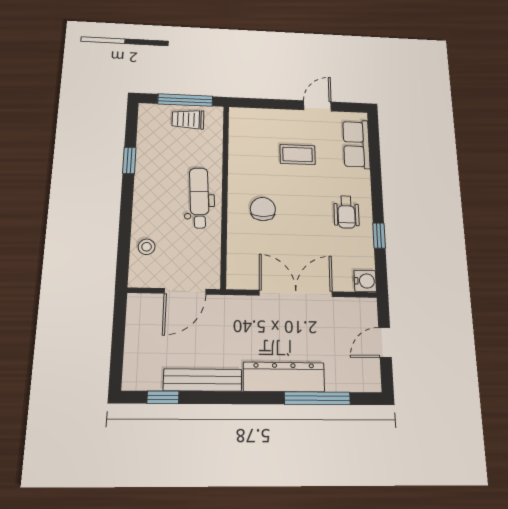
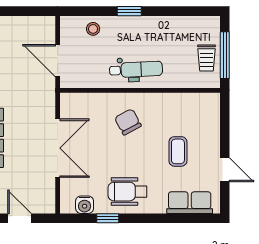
trolley: (188, 119) -> (207, 58), turned 180
window: (129, 160) -> (129, 11), moved
chair: (263, 209) -> (128, 122), turned -118
wheelchair: (346, 212) -> (127, 192), width x1.36, depth x1.37
water cooler: (365, 281) -> (85, 205), moved

